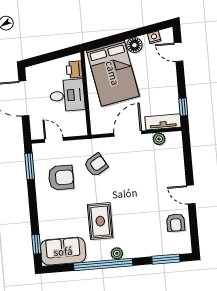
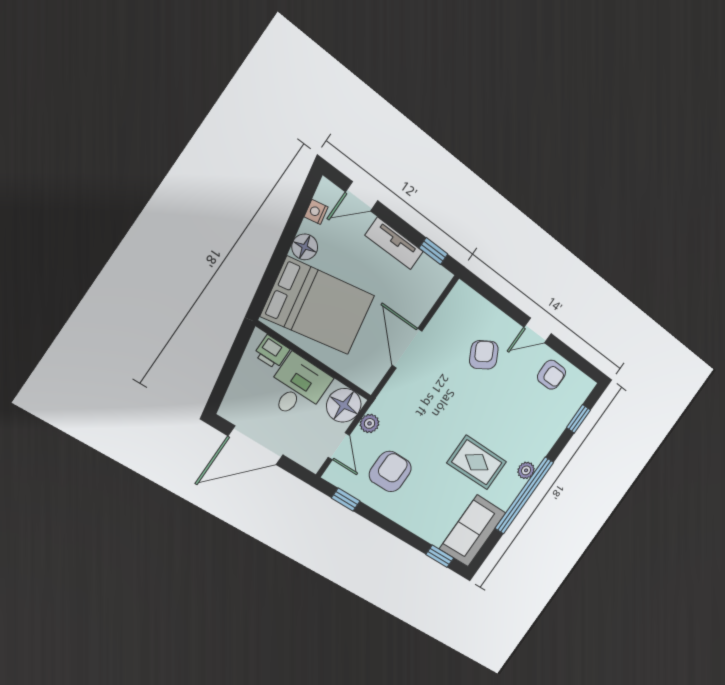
tv unit: (163, 122) -> (394, 243), moved, turned -90
floor lamp: (76, 125) -> (344, 405), added
plant: (159, 139) -> (370, 423), moved
door: (54, 140) -> (339, 446), swing flipped
armchair: (96, 165) -> (484, 355), moved
window: (30, 166) -> (346, 500), width x0.67
window: (166, 259) -> (578, 419), width x0.67

